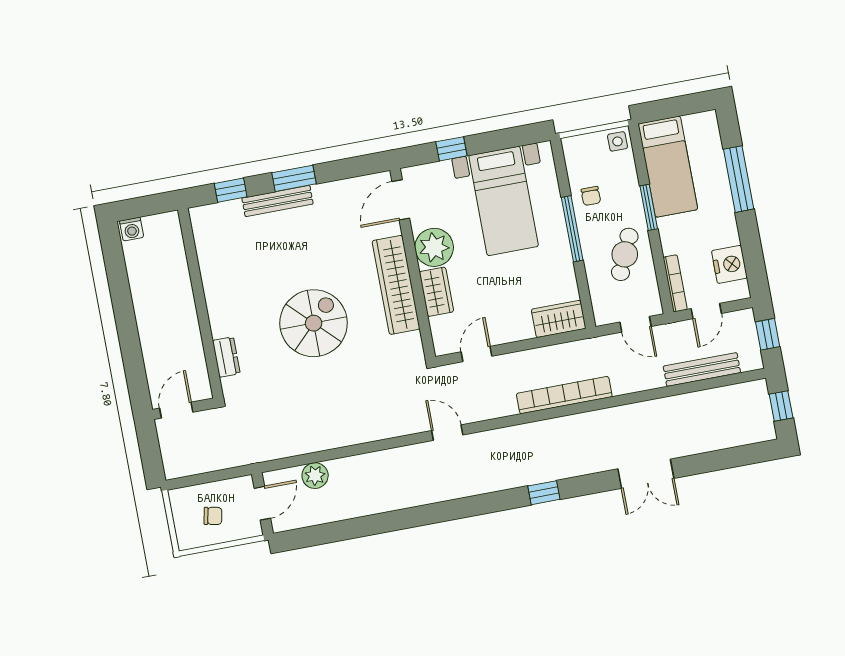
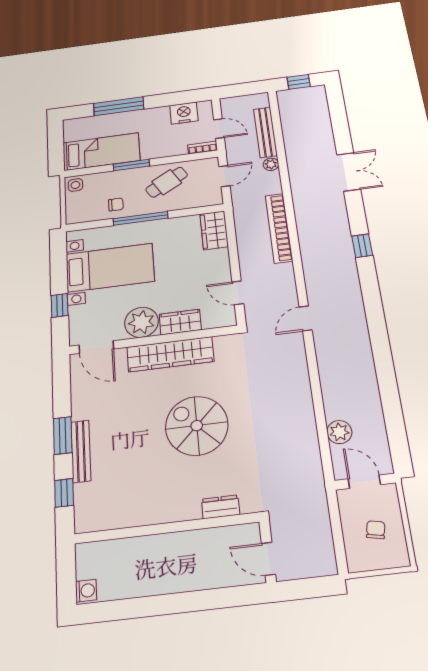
cafe table: (625, 254) -> (167, 182), turned -54
bookcase: (675, 283) -> (203, 148), width x0.64
window: (768, 334) -> (242, 90), removed
plant: (654, 380) -> (271, 164), added

